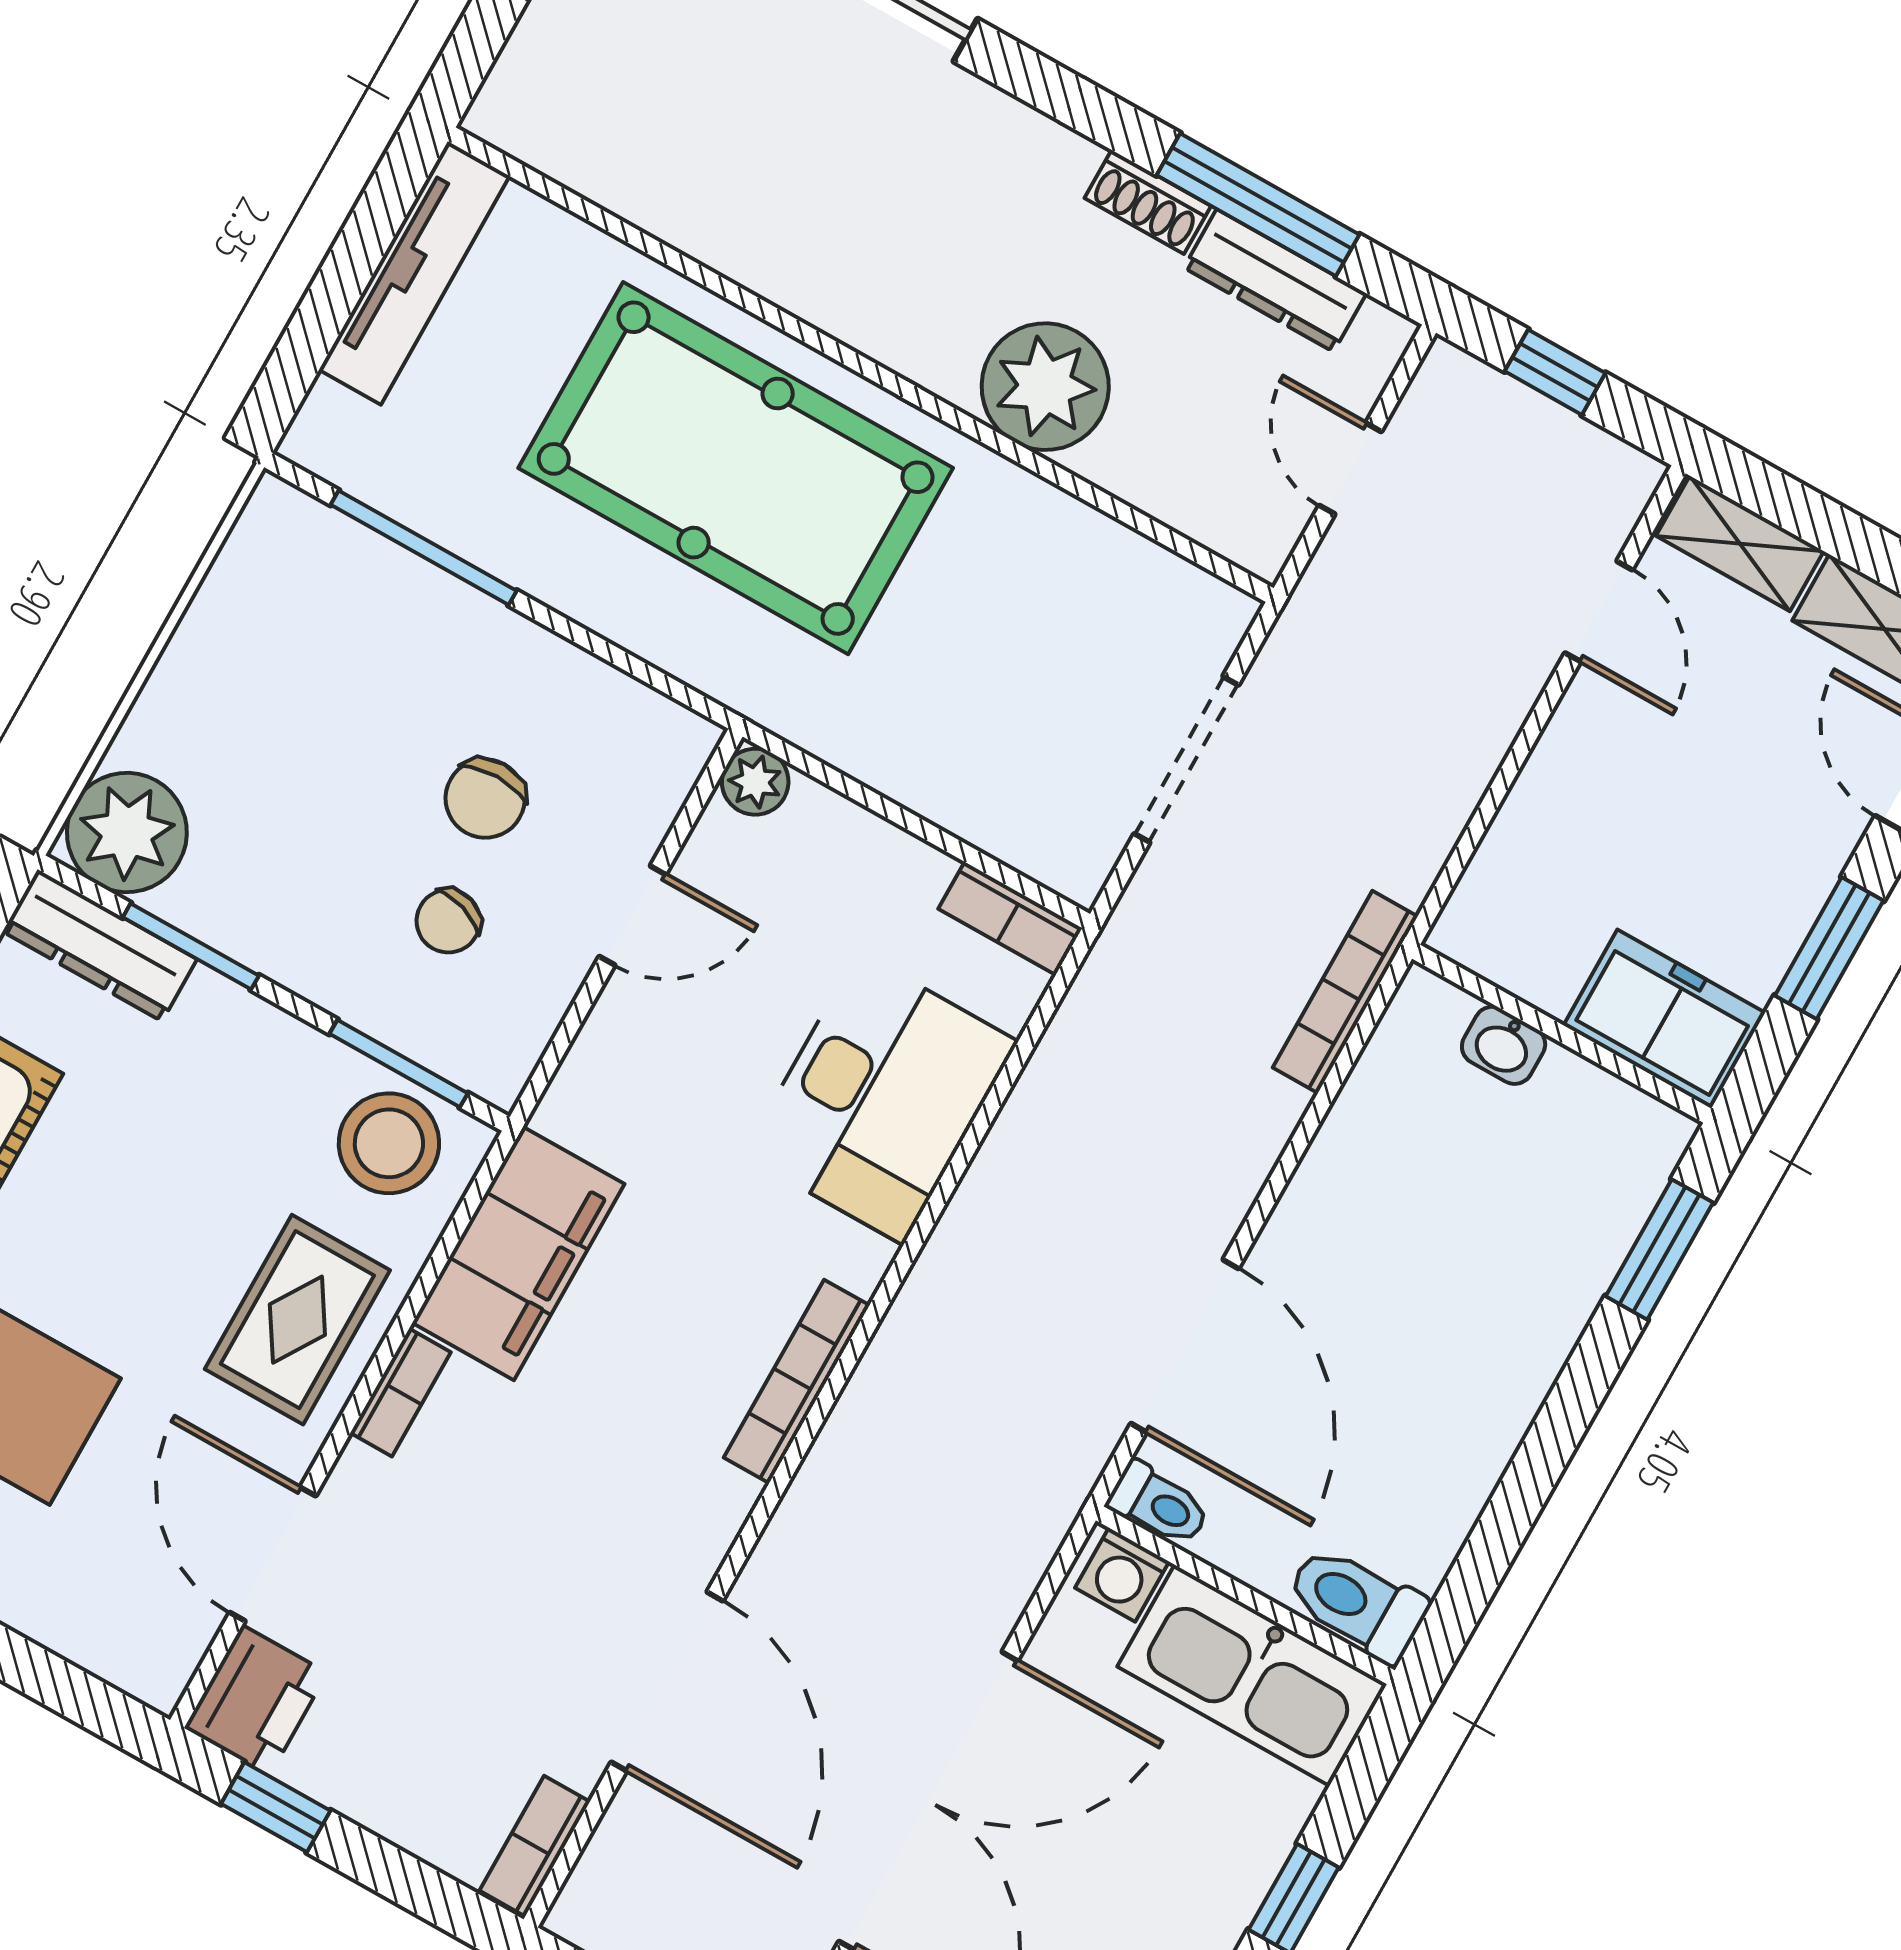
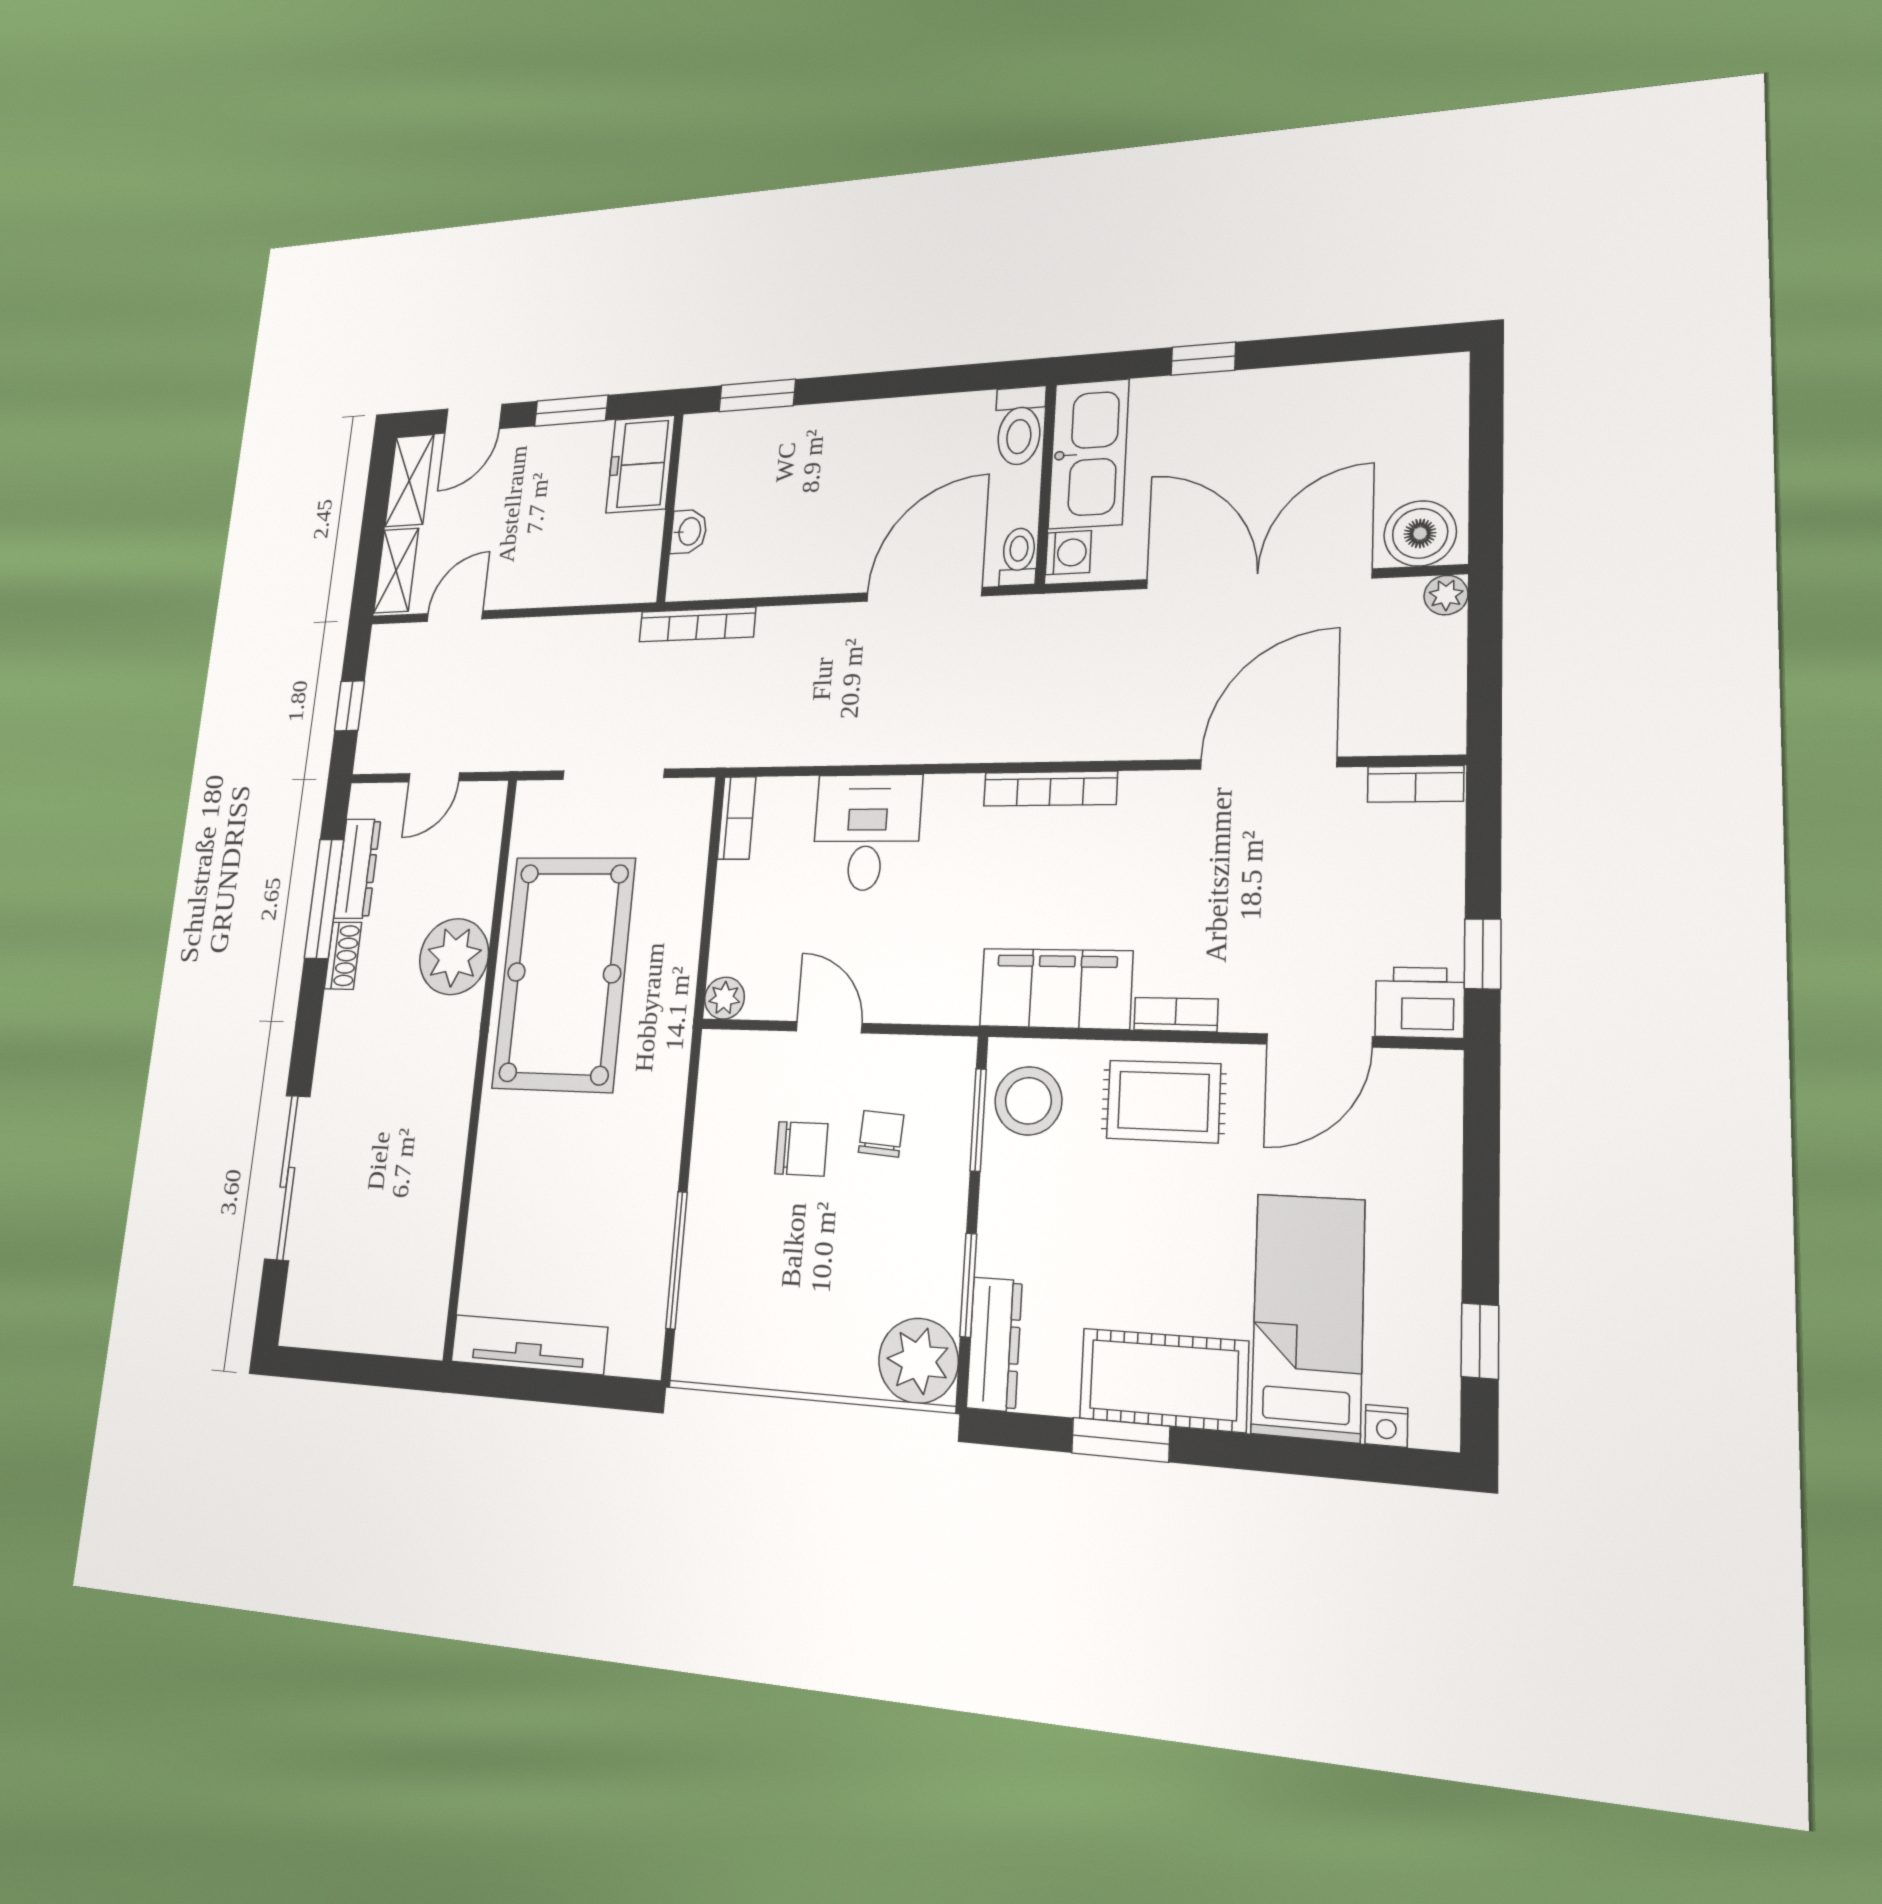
pool table: (736, 468) -> (564, 973), moved
chair: (448, 921) -> (881, 1134), turned -104
desk: (881, 1098) -> (867, 832), width x0.73

